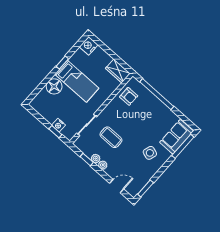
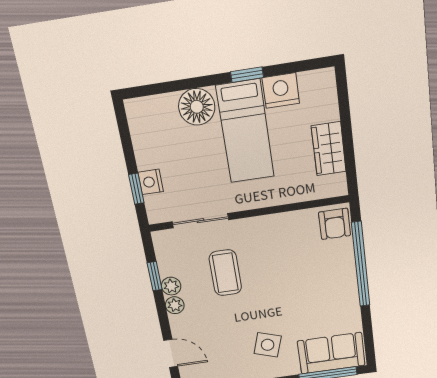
nightstand: (89, 46) -> (281, 91), moved
wardrobe: (118, 71) -> (329, 149), moved
armchair: (129, 96) -> (335, 224), moved

